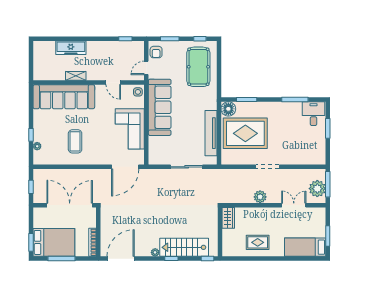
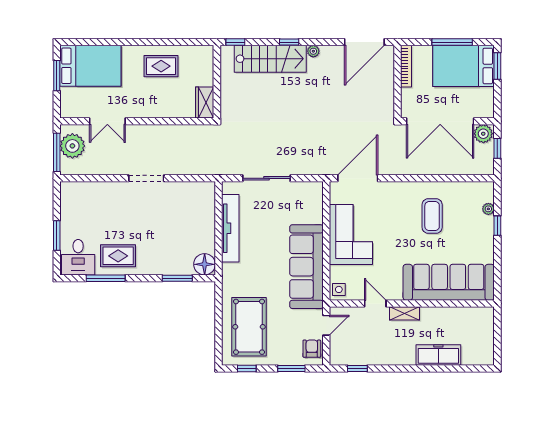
shelving: (76, 76) -> (405, 313), moved
rug: (245, 133) -> (118, 256), moved, width x0.54, depth x0.49
plant: (260, 197) -> (483, 134), moved
bed: (305, 247) -> (90, 66), width x1.50

